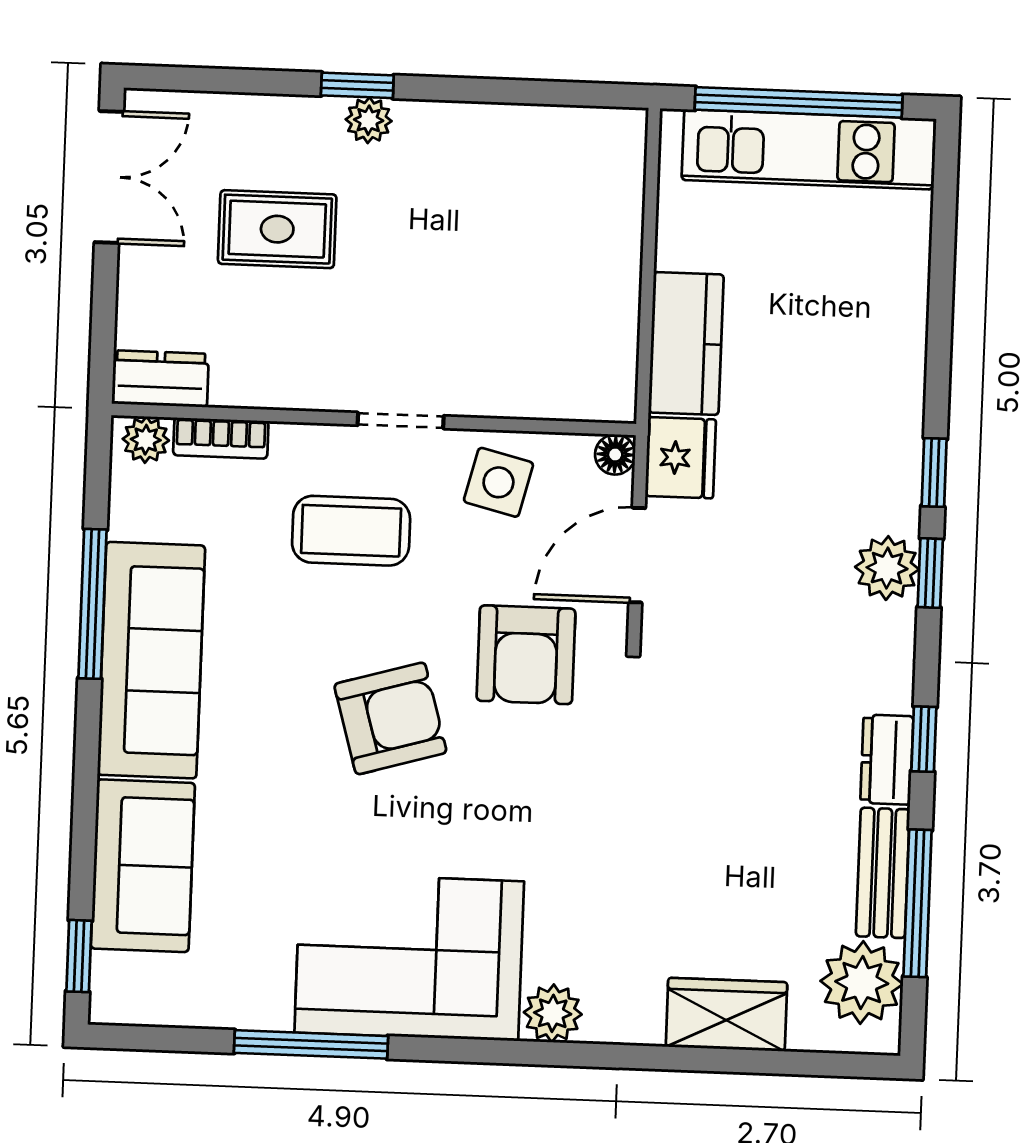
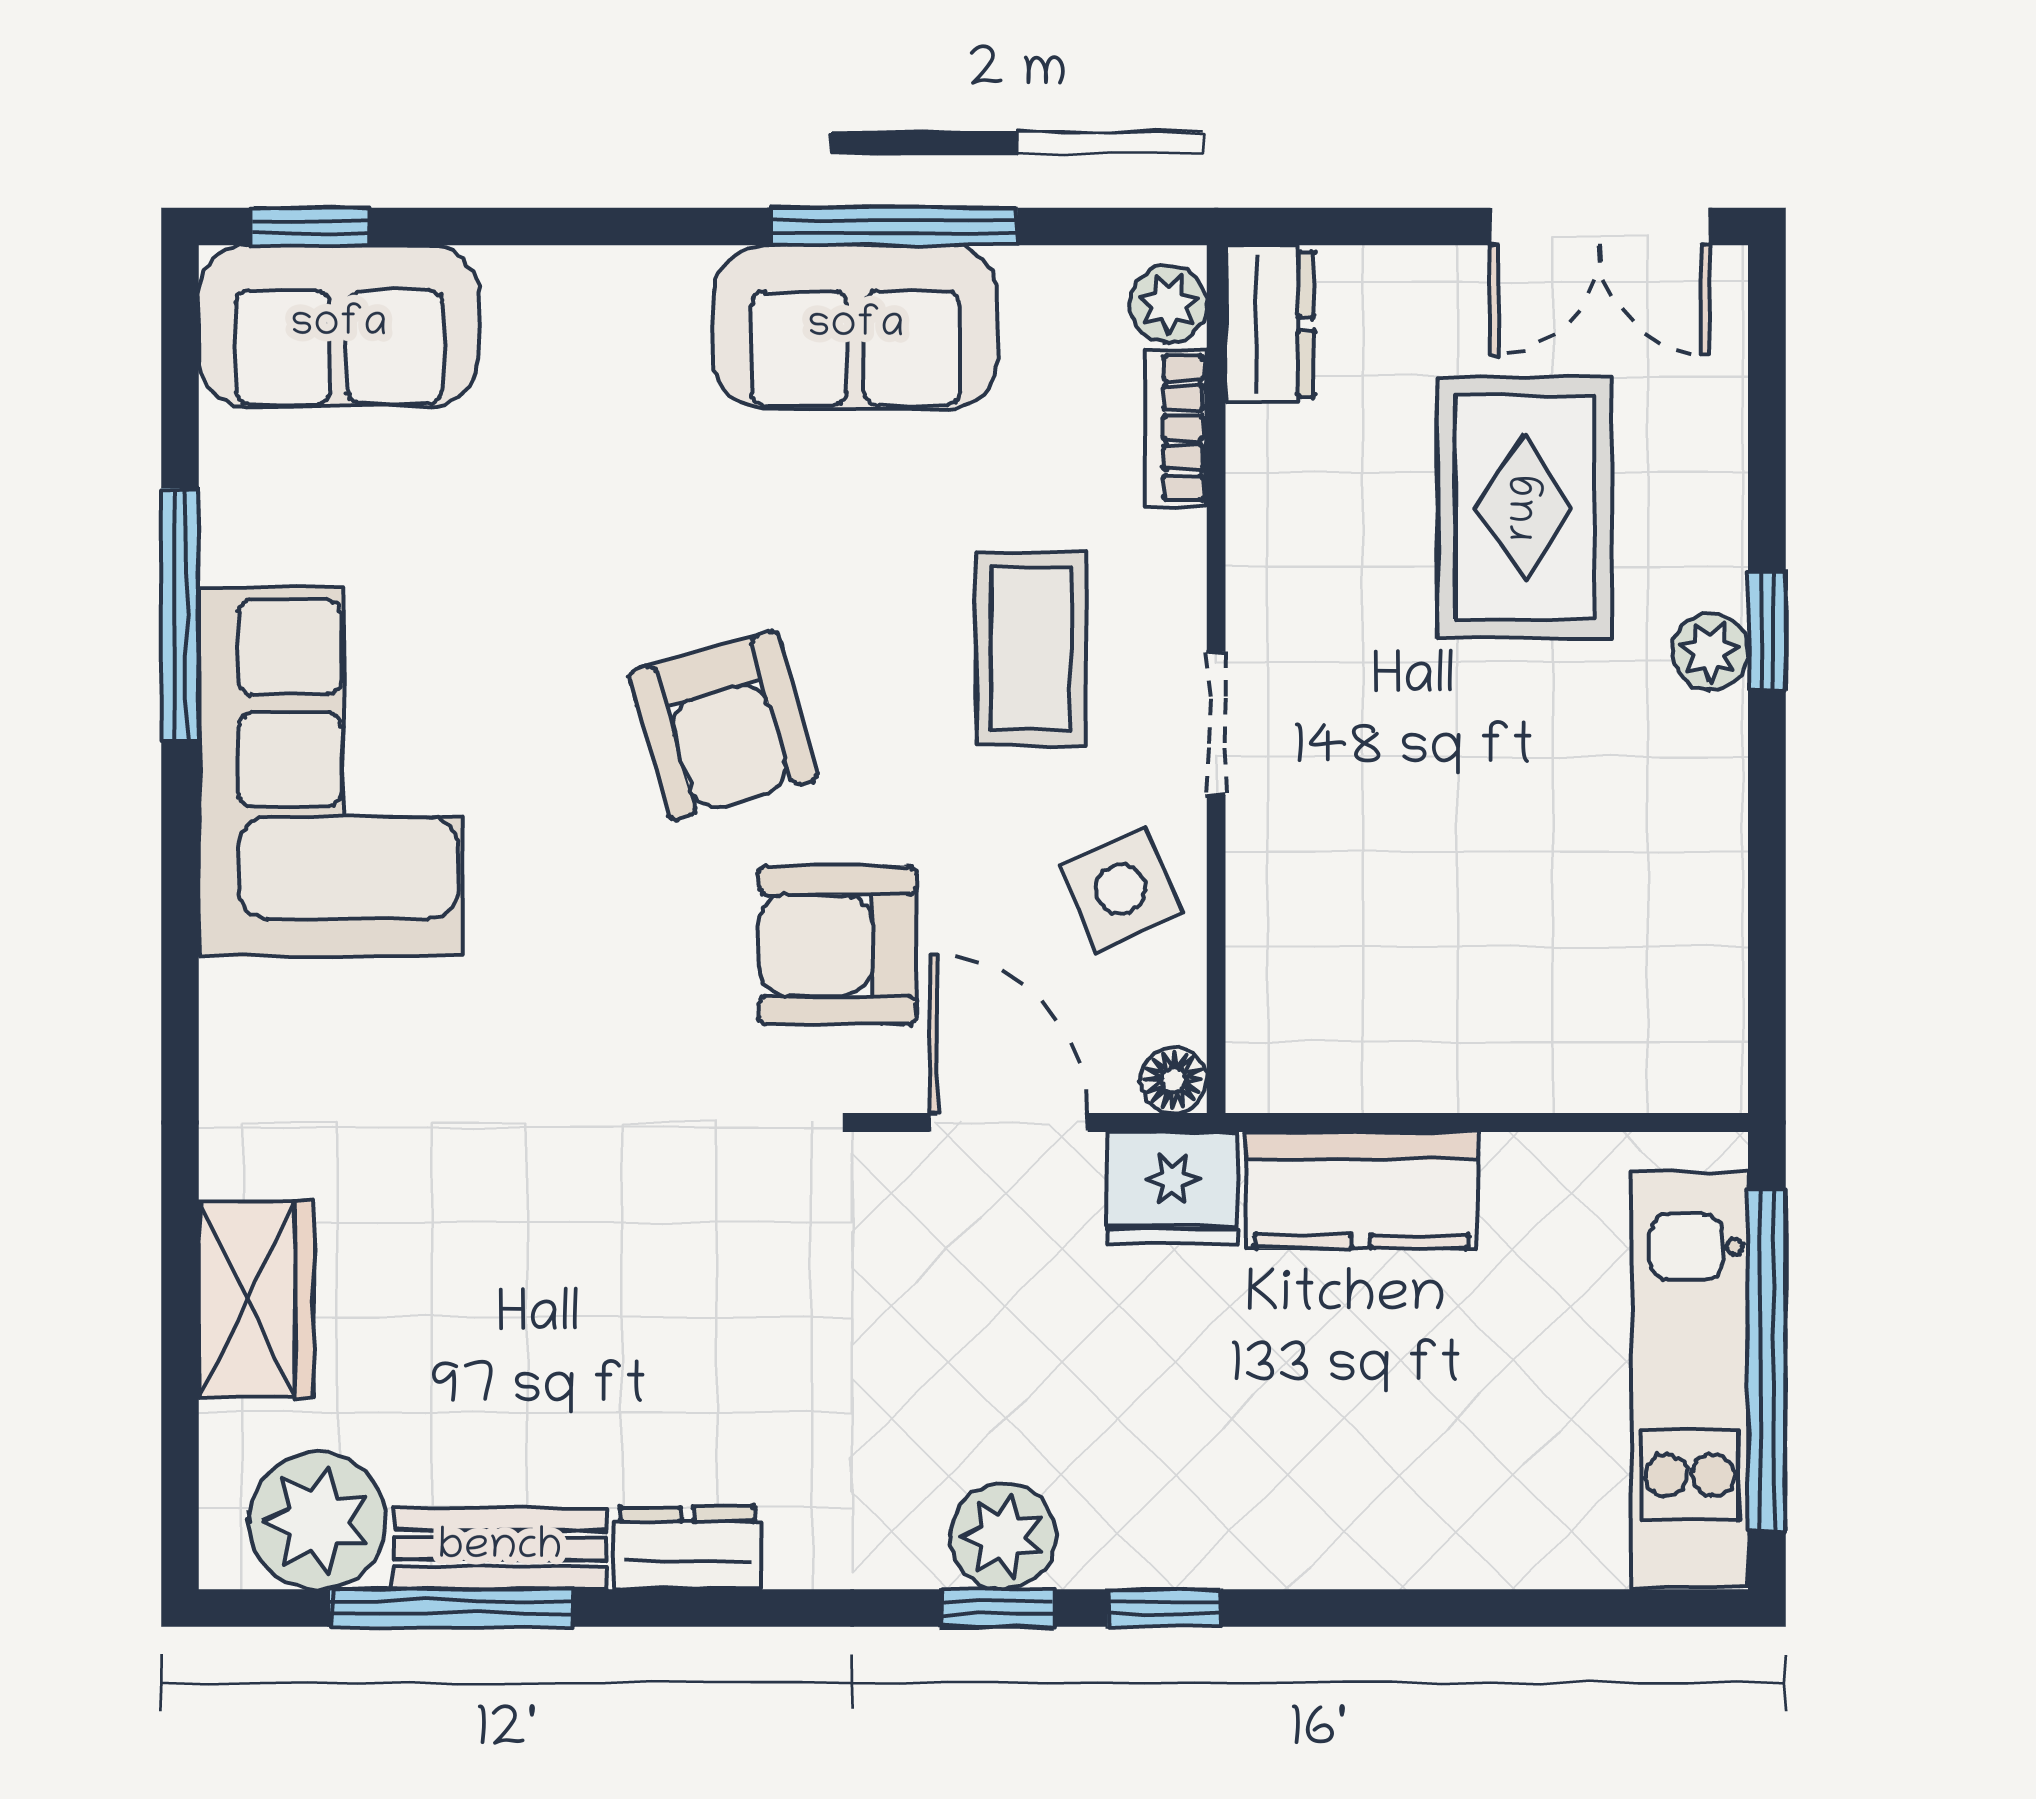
rug: (277, 229) -> (1524, 508), width x1.36, depth x1.43
side table: (498, 482) -> (1120, 889), turned -38
sofa: (151, 660) -> (856, 327), width x0.73
window: (924, 739) -> (723, 1608), removed
sofa: (143, 866) -> (339, 326), moved
plant: (553, 1013) -> (247, 1012), removed

